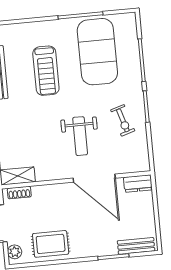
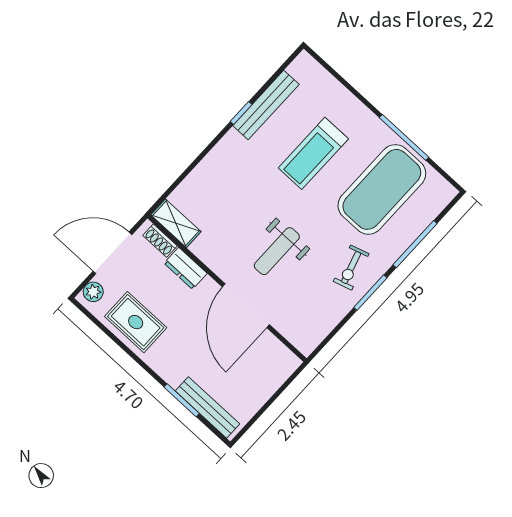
exercise bike: (123, 120) -> (351, 268), moved
dresser: (138, 183) -> (186, 268), moved
bench: (136, 246) -> (208, 407), width x1.36

